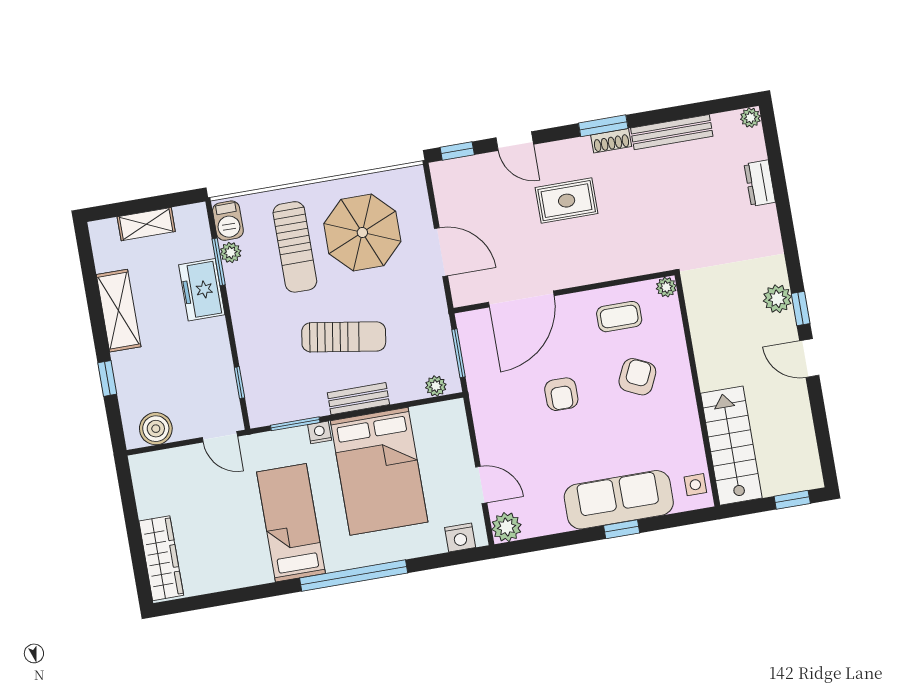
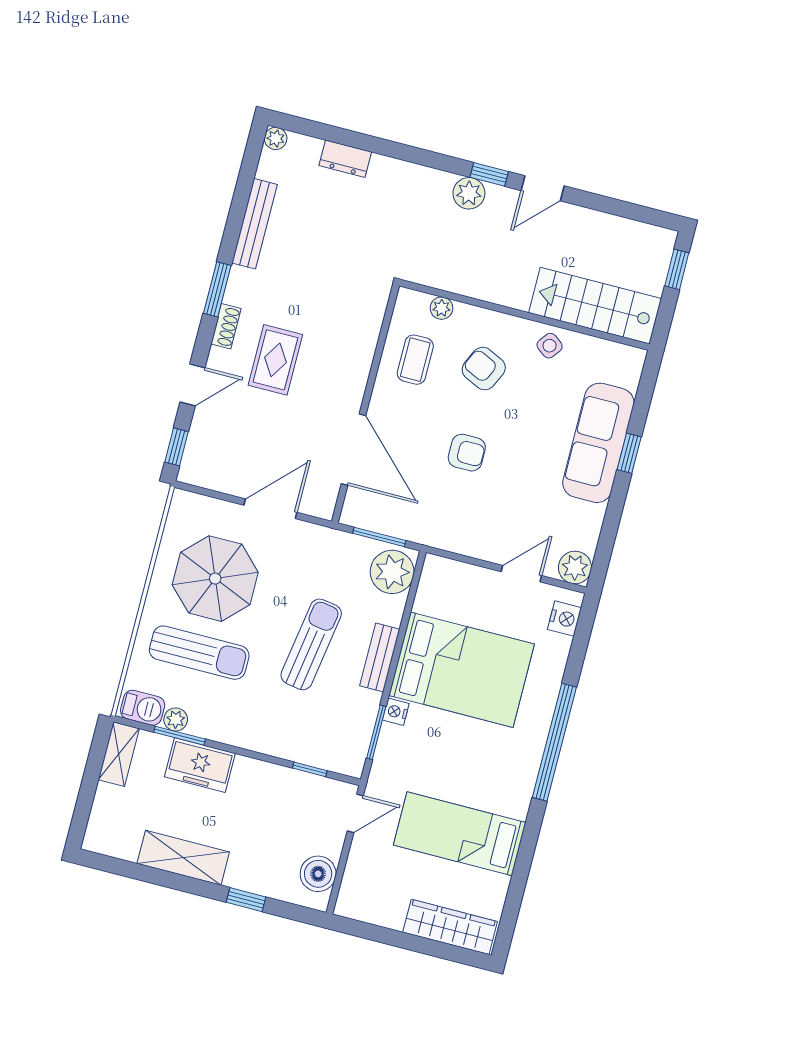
shoe rack: (611, 141) -> (226, 326), moved
shelving: (146, 224) -> (119, 754), moved
plant: (666, 287) -> (442, 308), moved
plant: (436, 386) -> (392, 572), width x1.88, depth x1.88
side table: (695, 485) -> (550, 346), moved, turned 37
bed: (291, 523) -> (460, 834), moved

